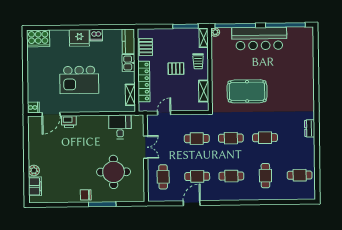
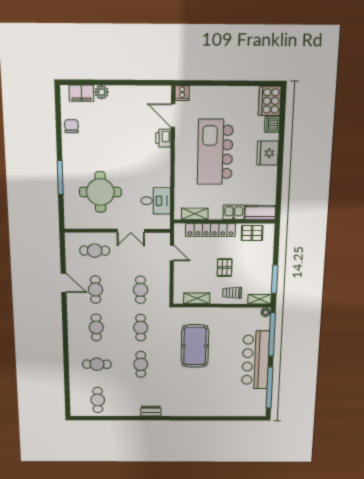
dishwasher: (96, 35) -> (272, 124), moved
kitchen island: (79, 80) -> (215, 152), width x1.37
chair: (86, 195) -> (71, 126), moved

